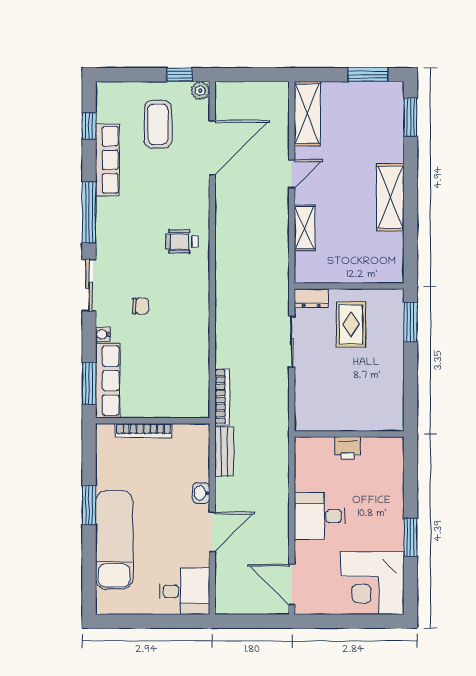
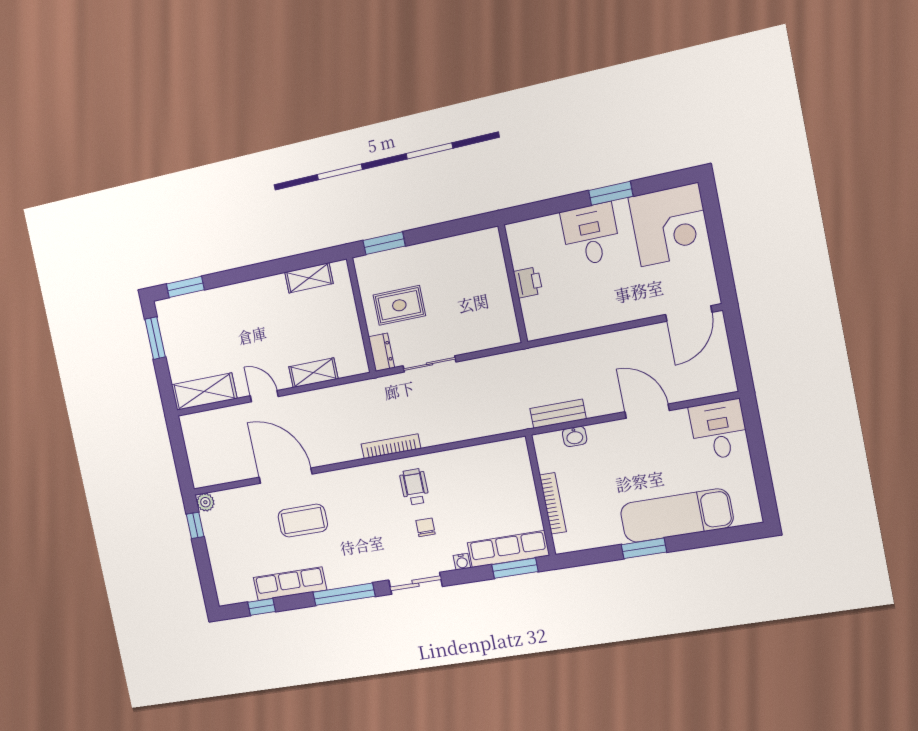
coffee table: (158, 124) -> (303, 521), moved
door: (212, 148) -> (286, 476), moved
shelving: (390, 197) -> (309, 278), moved, width x0.67, depth x0.75
wheelchair: (182, 242) -> (414, 487), moved, turned 180
bookcase: (222, 397) -> (391, 446), moved
washbasin: (201, 493) -> (575, 436), moved
desk: (320, 516) -> (591, 235), moved, turned 180

